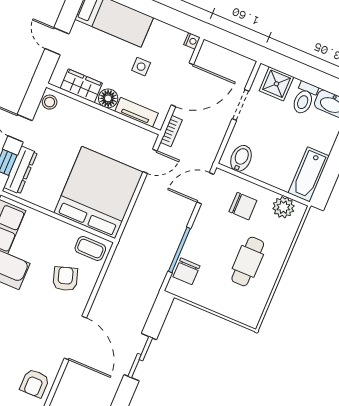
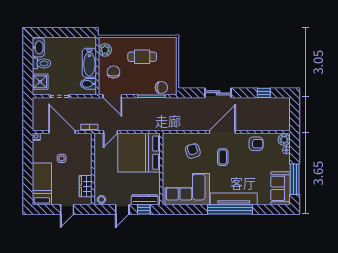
floor lamp: (108, 98) -> (86, 169), removed
tv unit: (137, 112) -> (87, 150), removed
door: (150, 161) -> (110, 132), swing flipped
bathtub: (309, 174) -> (89, 63), moved, turned 90
coffee table: (90, 248) -> (223, 157), moved
armchair: (65, 279) -> (193, 151), turned 92

